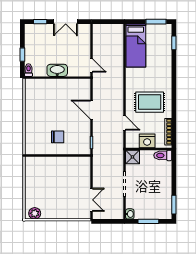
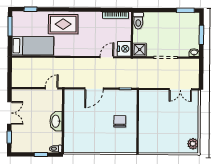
rug: (150, 102) -> (63, 24), moved, turned 90
nightstand: (147, 141) -> (124, 49), moved
double door: (92, 200) -> (180, 89), swing flipped

